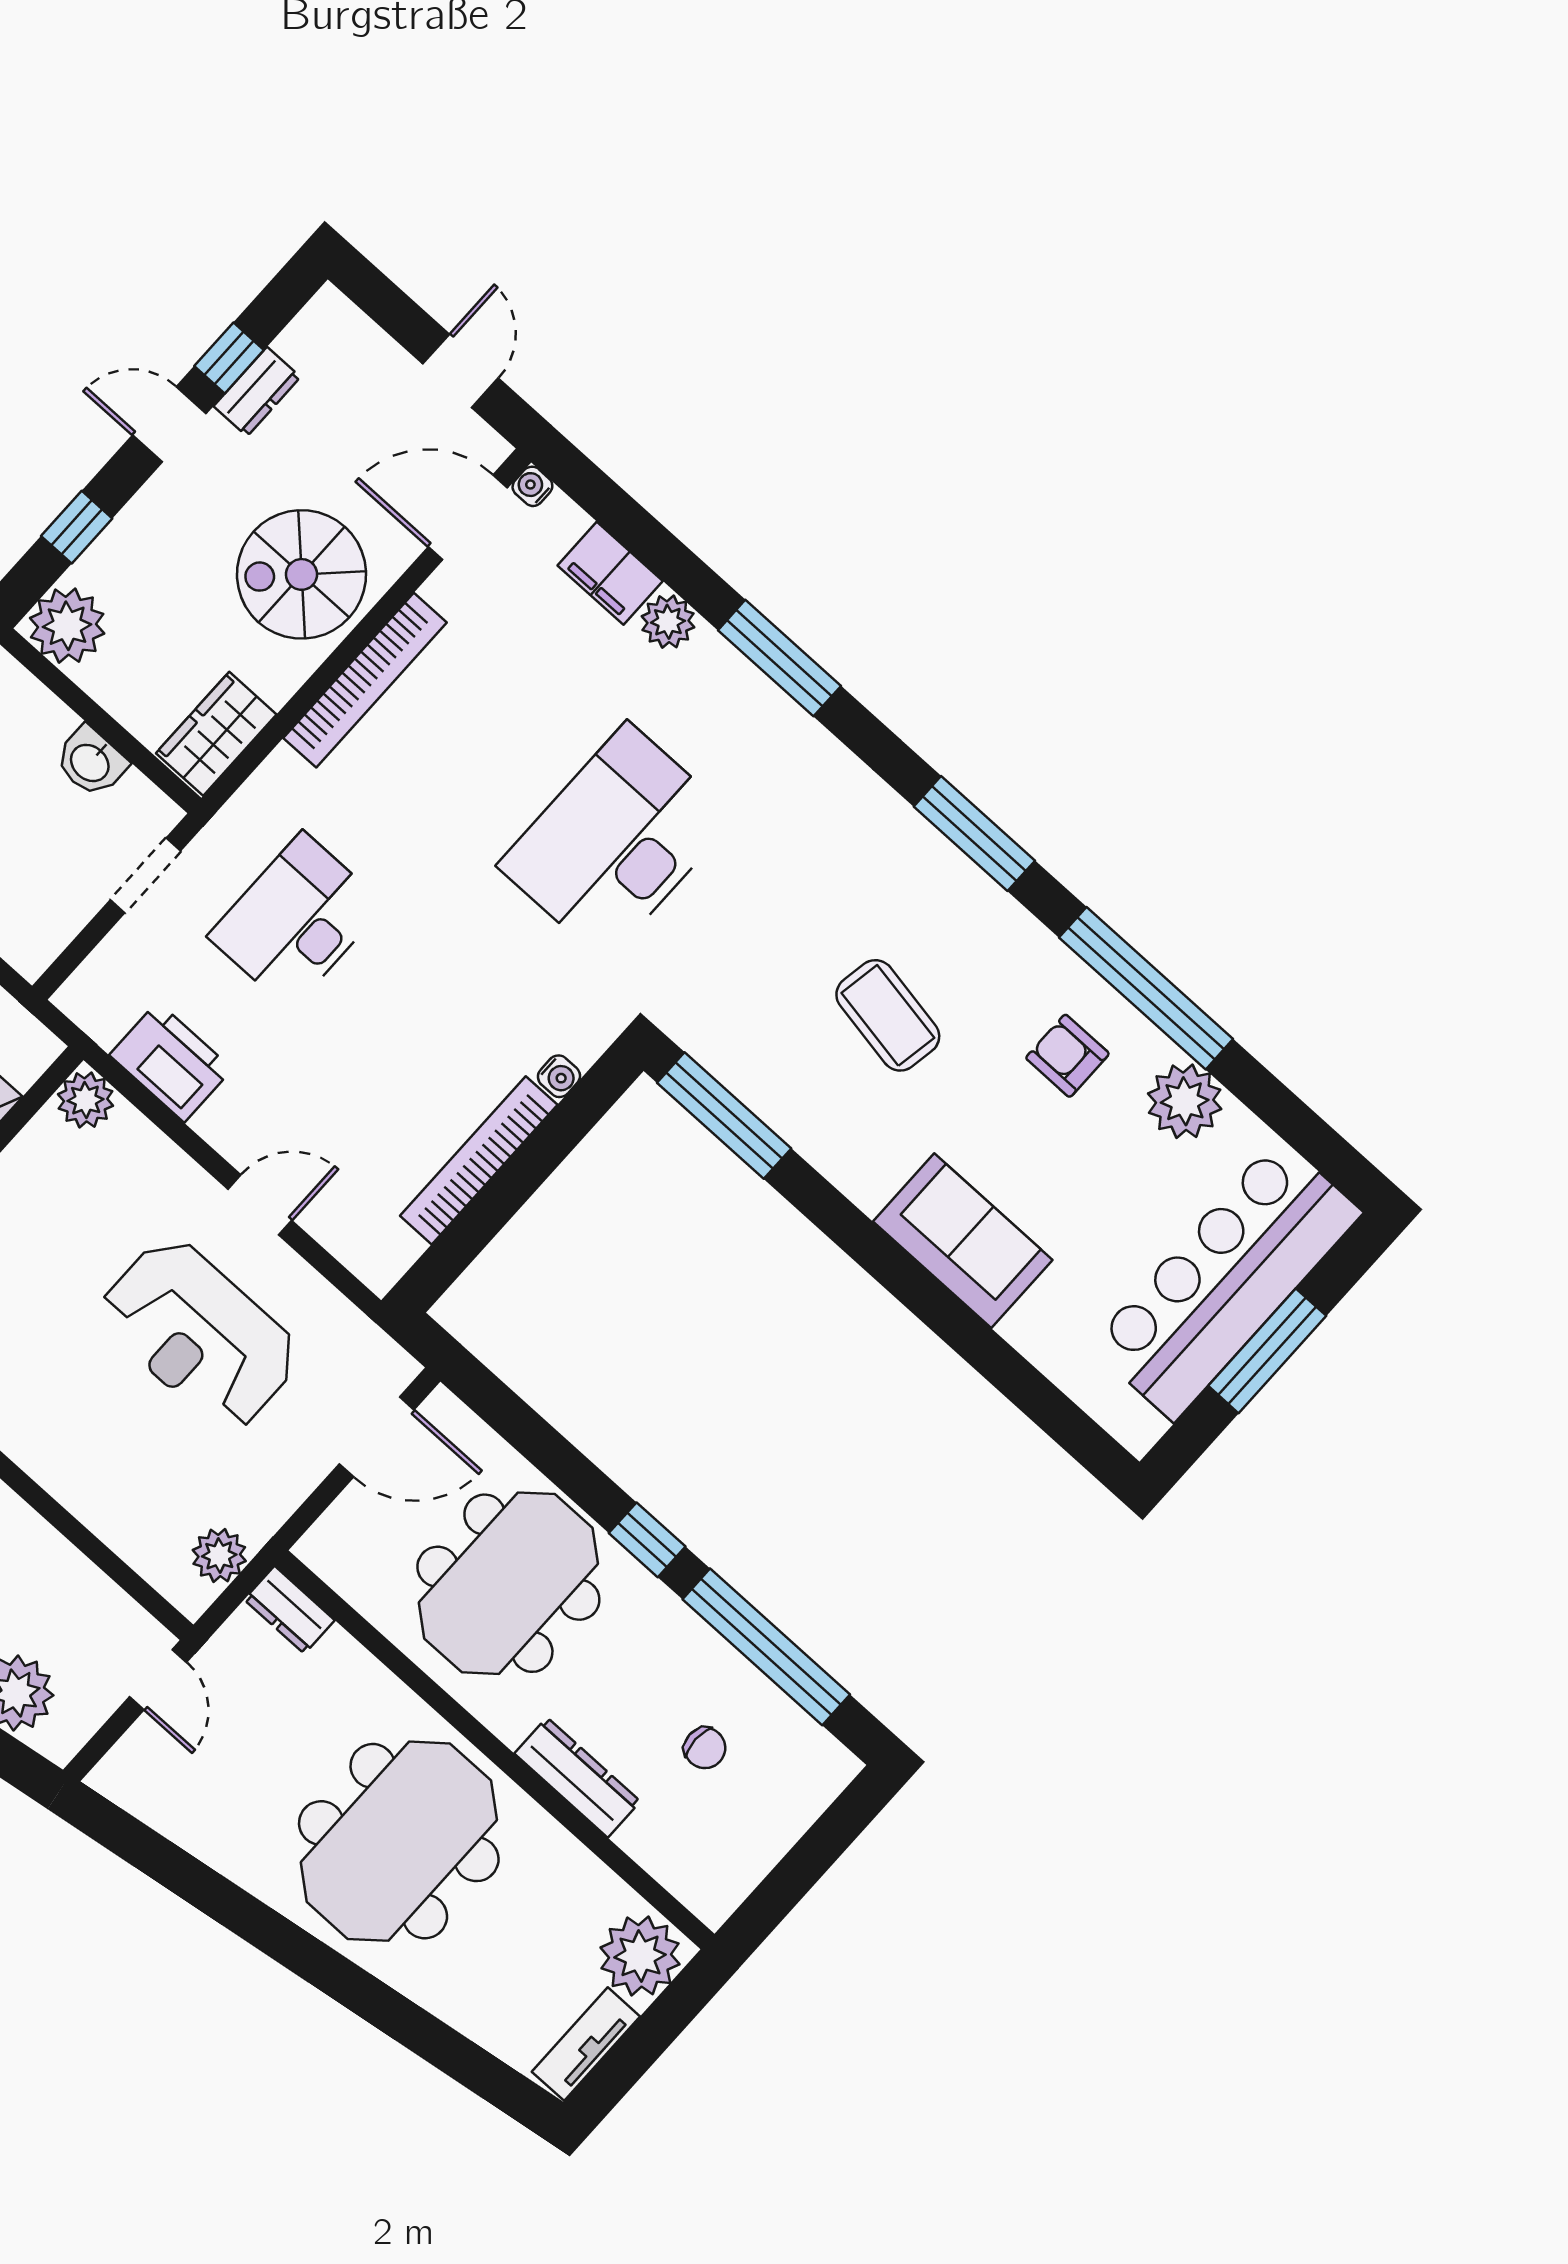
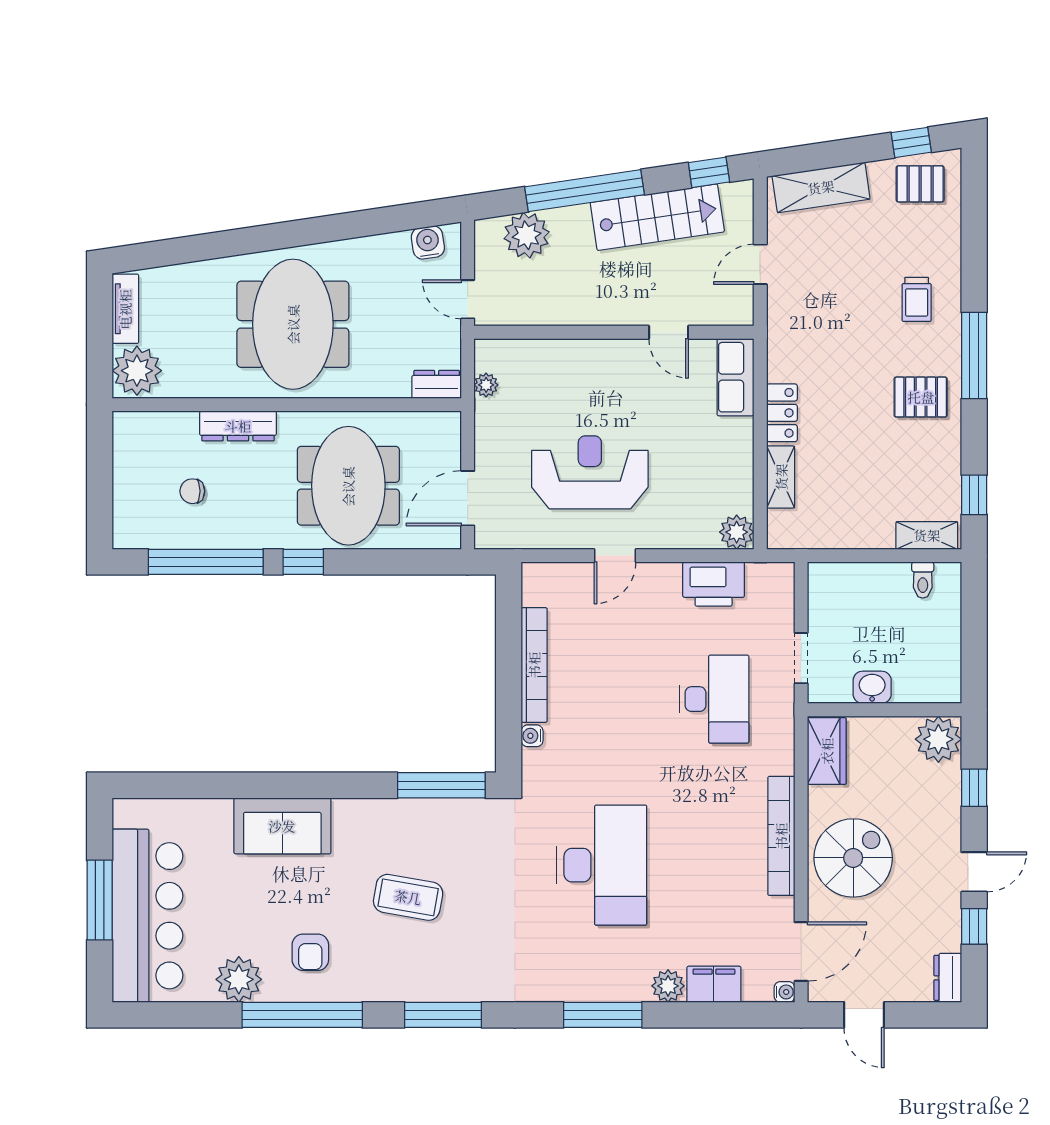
dresser: (257, 392) -> (948, 978), moved
armchair: (1067, 1056) -> (310, 952), turned 90
plant: (219, 1555) -> (486, 385), width x0.73, depth x0.73
water cooler: (144, 1793) -> (428, 242), added

